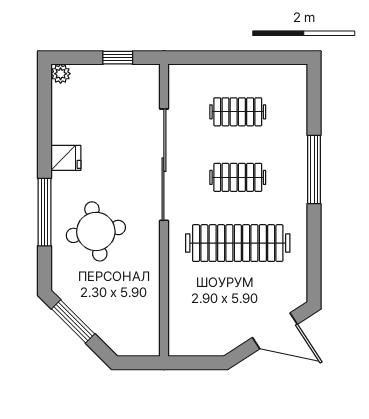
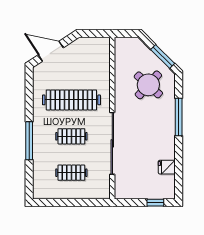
window: (118, 58) -> (155, 203), moved
plant: (61, 74) -> (170, 194), removed
fridge: (66, 158) -> (167, 167), moved
round table: (96, 231) -> (148, 85), moved, turned -38

